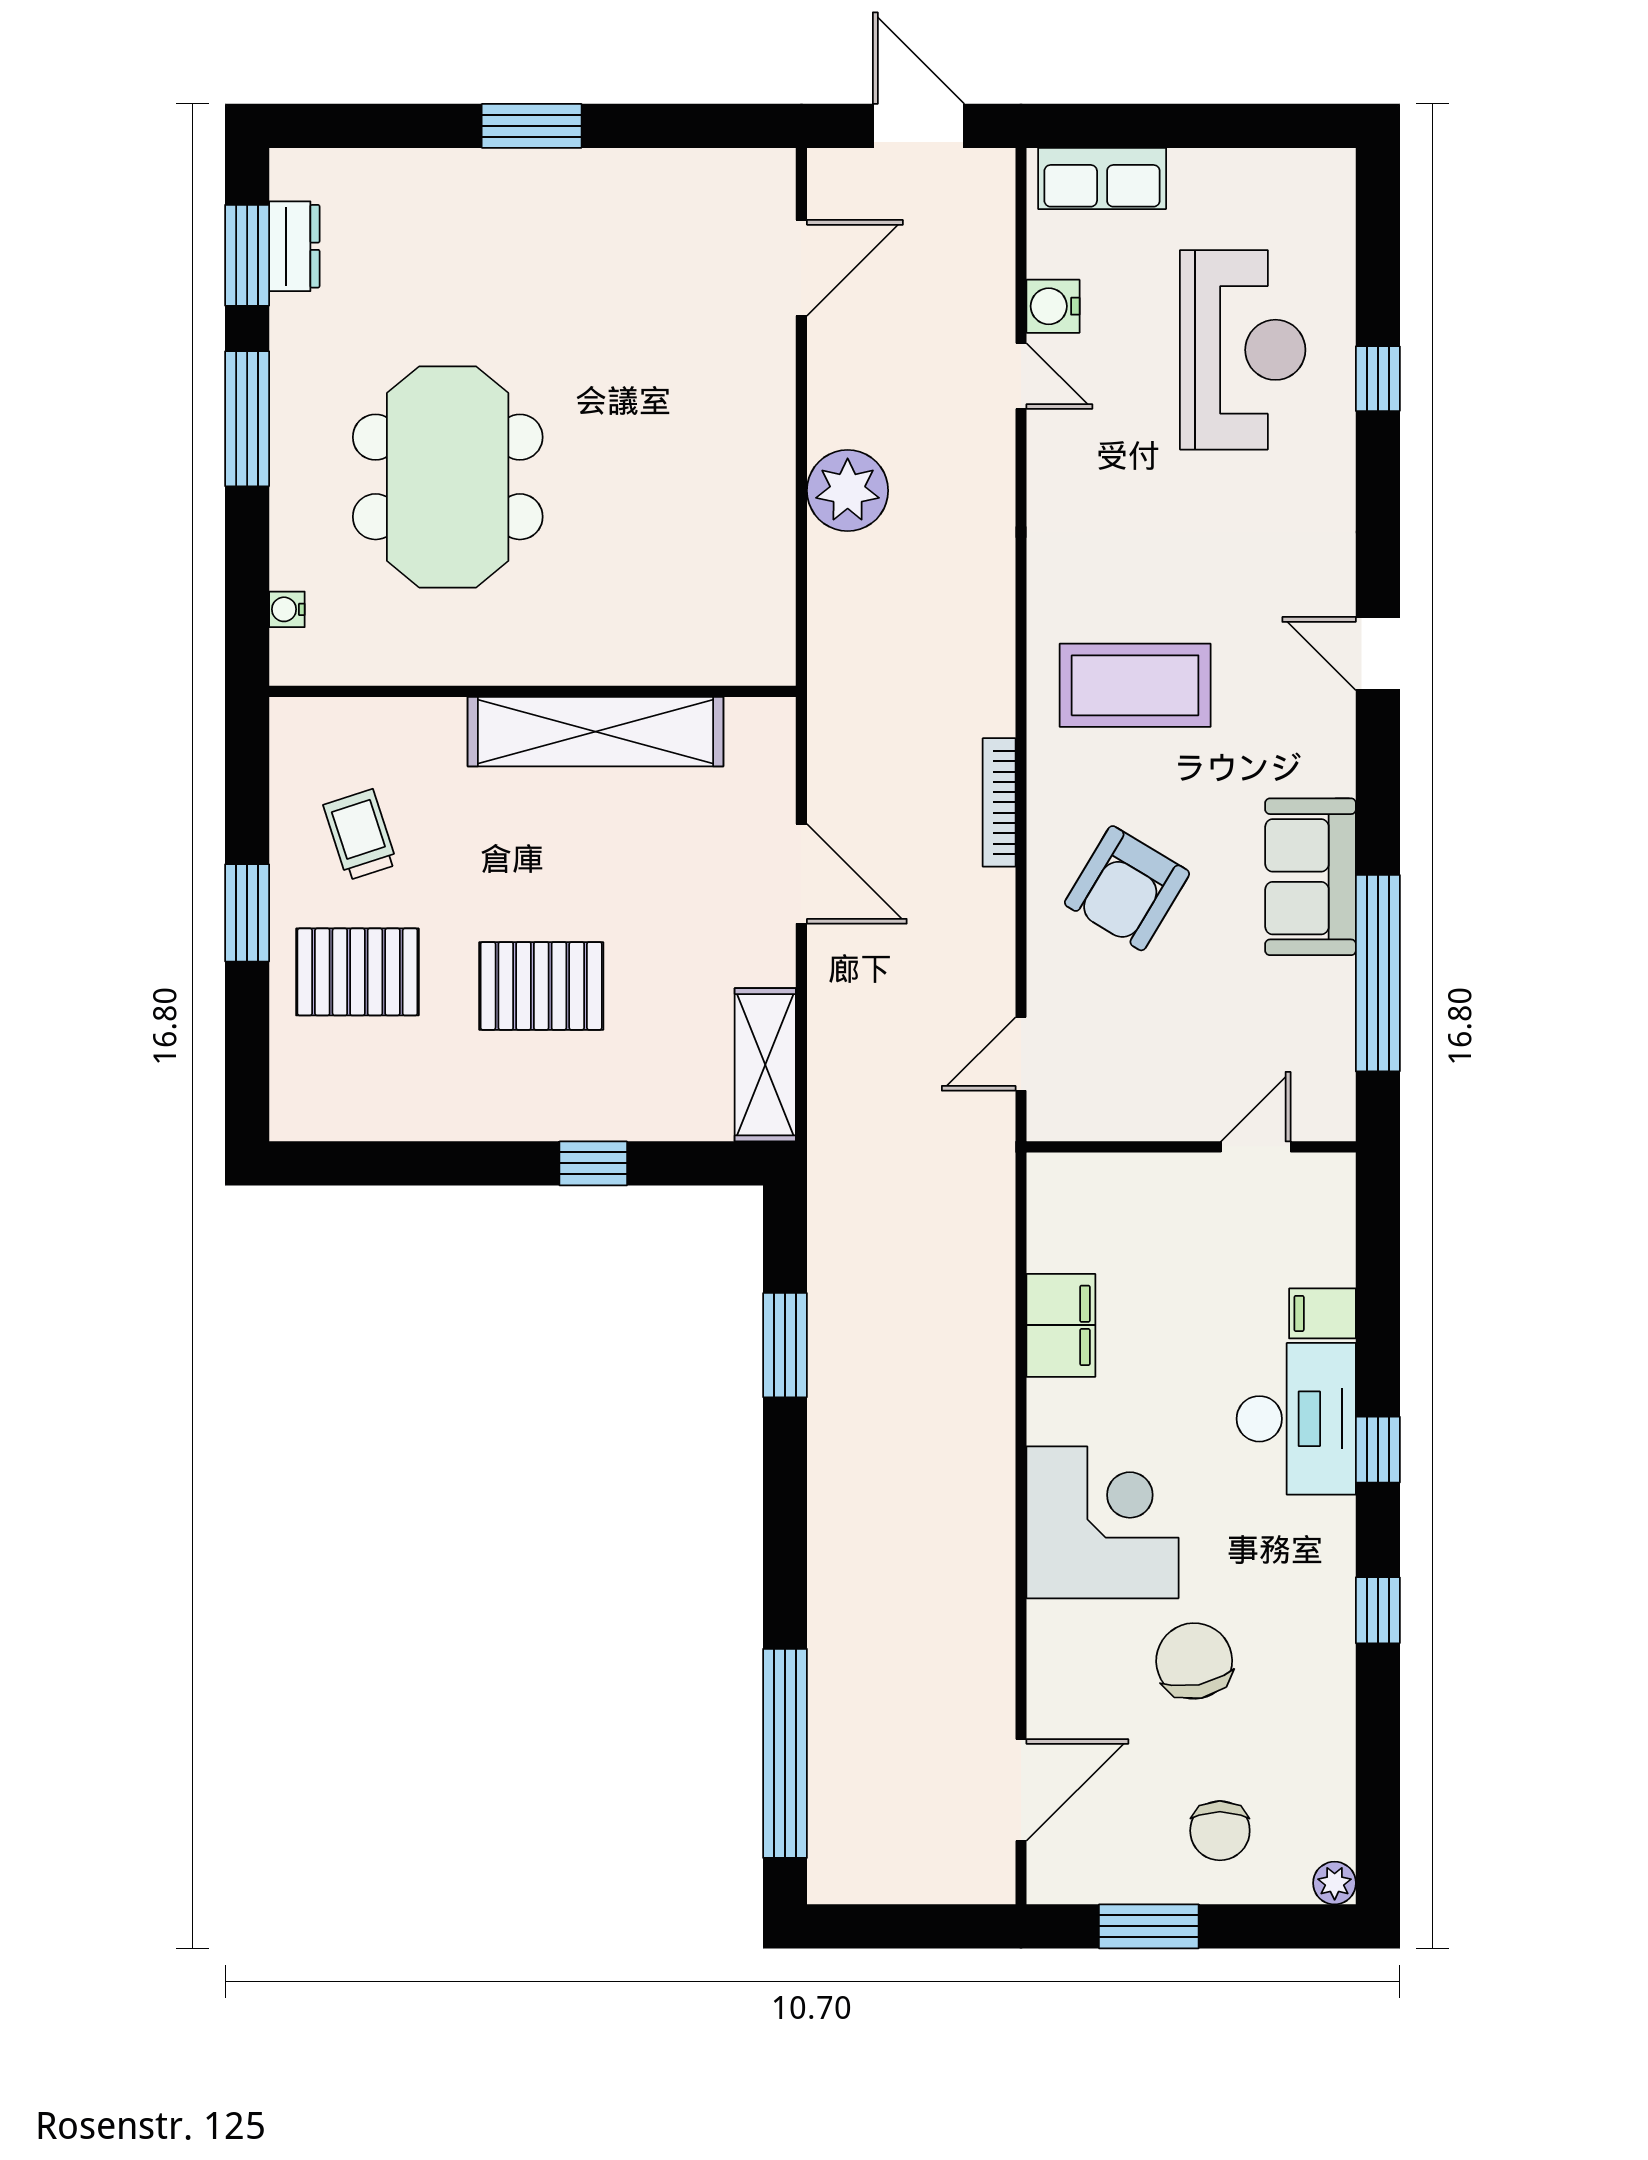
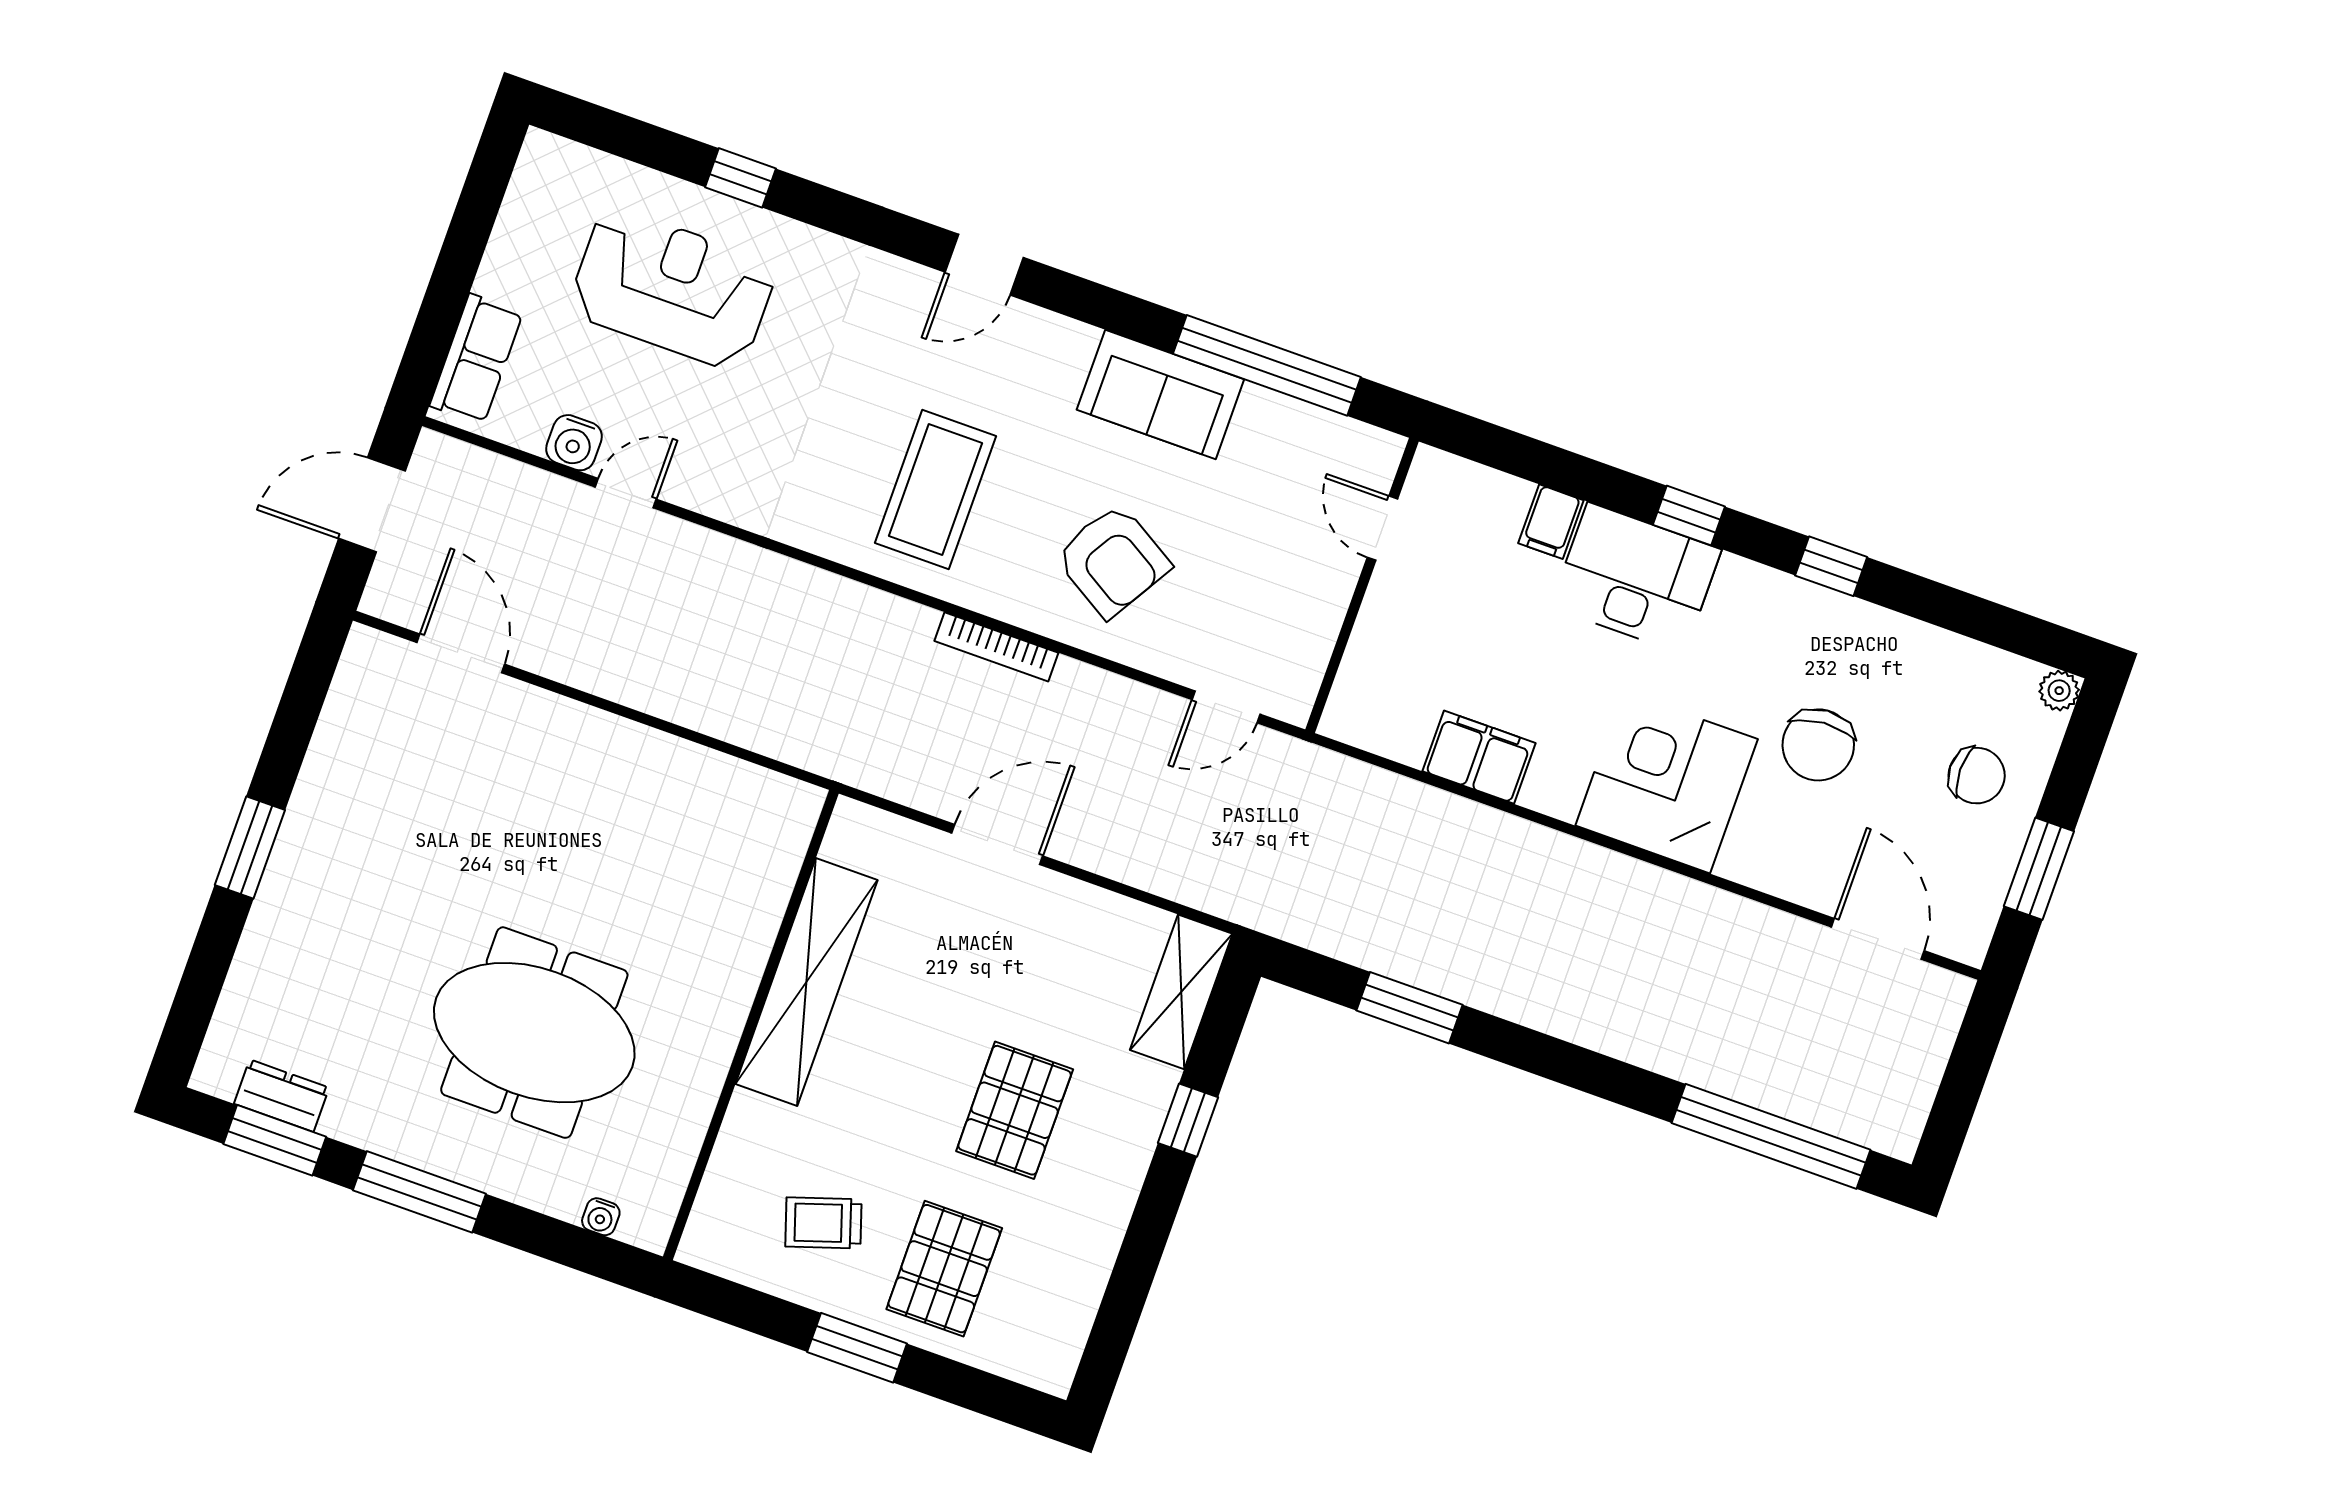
plant: (848, 491) -> (672, 683), removed
door: (1021, 1054) -> (1226, 707), hinge flipped
shelving: (765, 1065) -> (1181, 992), moved, turned 90
chair: (1194, 1661) -> (1818, 745), turned -83

